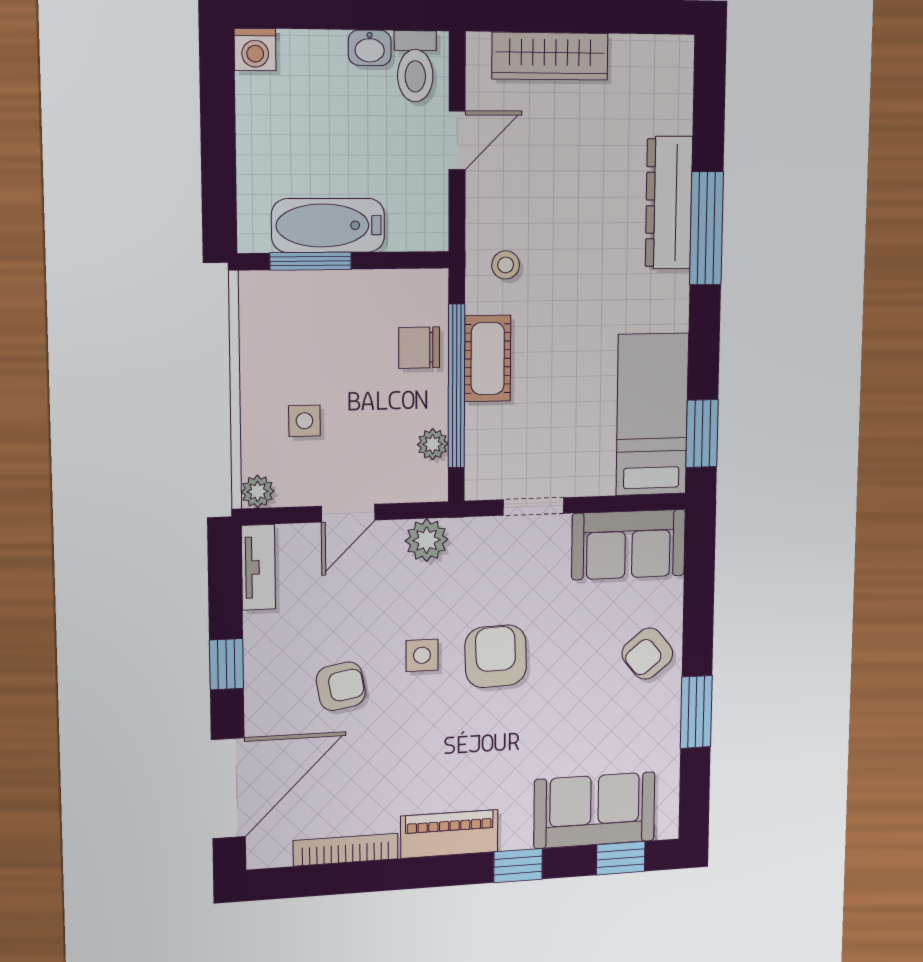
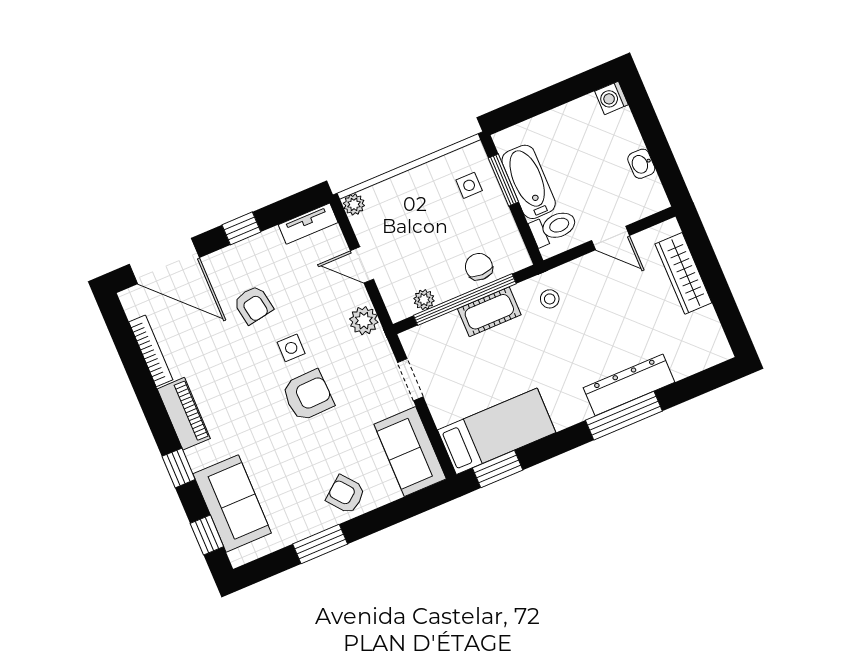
toilet: (415, 66) -> (553, 228), moved, turned 180
side table: (304, 421) -> (469, 185), moved

